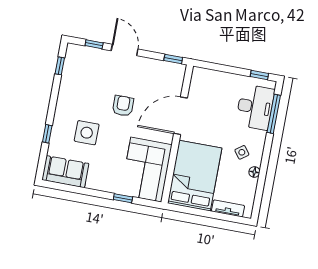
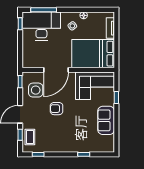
coffee table: (88, 58) -> (30, 137), added
desk: (255, 107) -> (41, 26), width x1.36, depth x1.30
door: (181, 116) -> (56, 70), hinge flipped
side table: (87, 133) -> (36, 90), moved
sofa: (65, 172) -> (106, 120), moved

